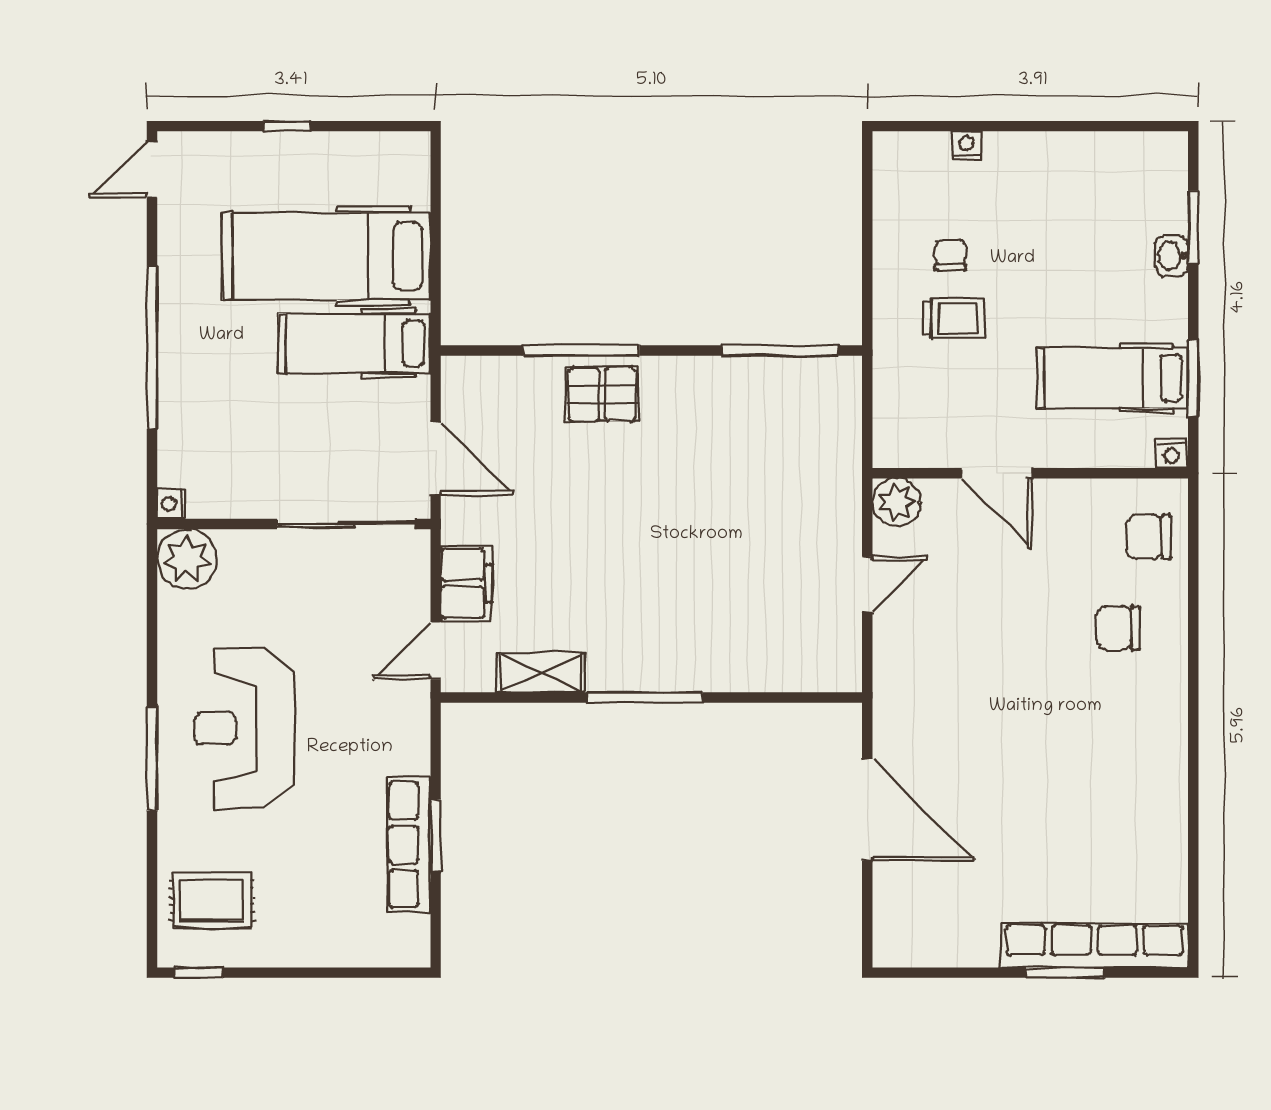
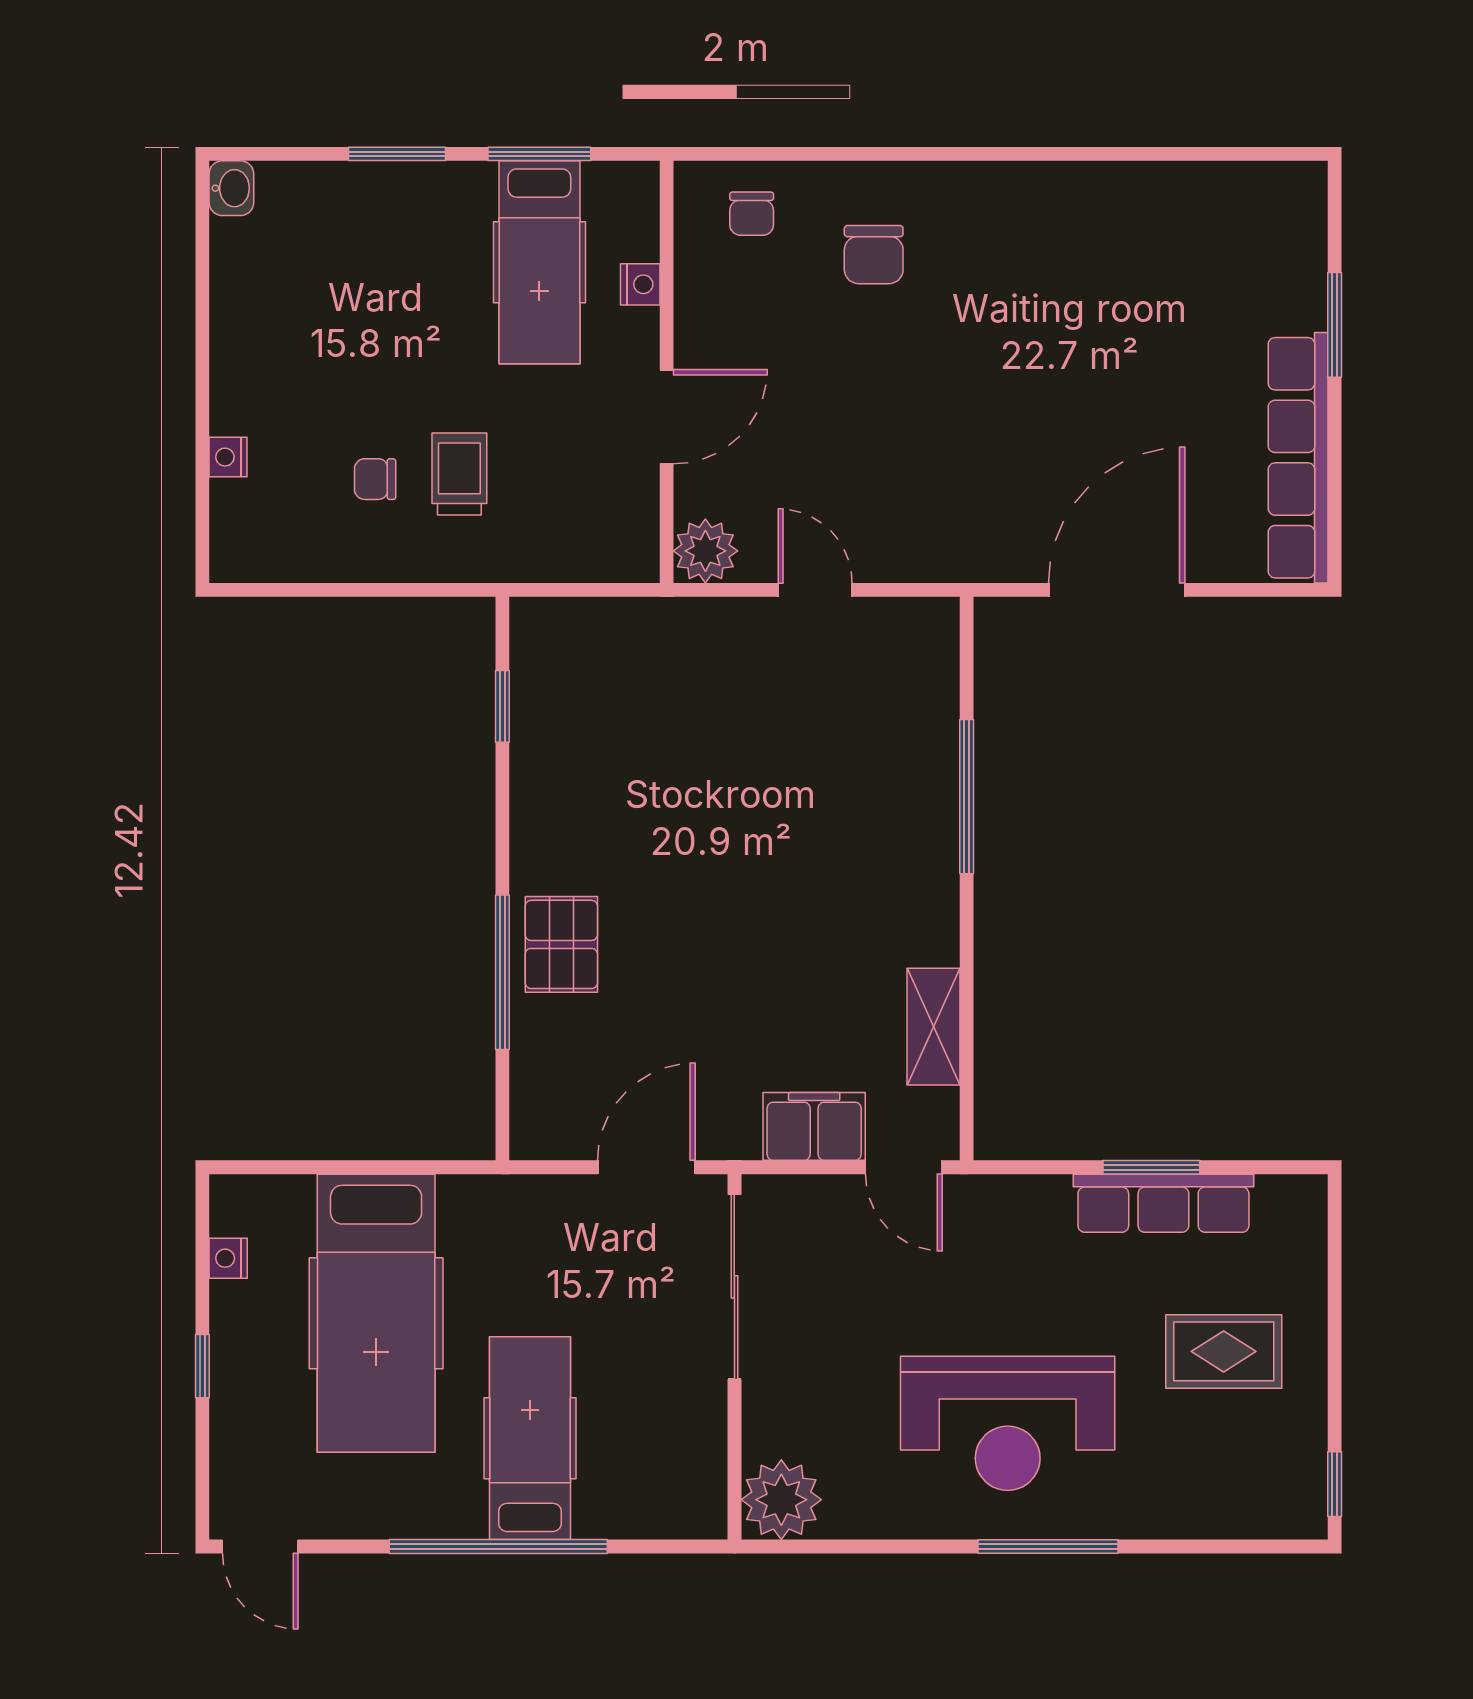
window: (1193, 227) -> (397, 154), moved
washbasin: (1172, 256) -> (231, 188), moved, turned -90
hospital bed: (355, 344) -> (530, 1438), moved, turned 180
window: (780, 350) -> (502, 706), width x0.46
nightstand: (1171, 454) -> (640, 284), moved
nightstand: (171, 504) -> (228, 1258), moved, turned 90
chair: (1149, 537) -> (752, 214), width x0.73, depth x0.73
window: (645, 698) -> (967, 797), moved
rug: (212, 900) -> (1224, 1351), moved, turned 90
row of seats: (1094, 945) -> (1298, 458), moved

